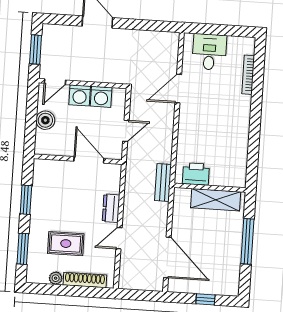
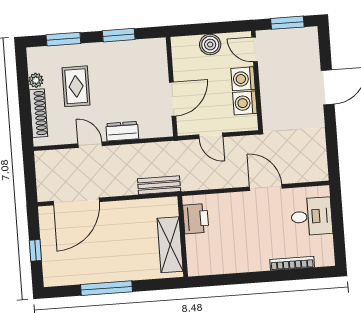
printer: (196, 174) -> (196, 219), moved
wall: (210, 188) -> (183, 236), moved
shelving: (216, 200) -> (170, 245), moved

